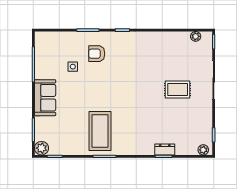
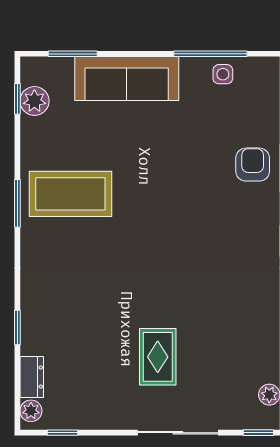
armchair: (97, 54) -> (253, 165), moved
side table: (73, 67) -> (223, 74), moved
sofa: (45, 98) -> (127, 79), width x1.36
plant: (41, 148) -> (34, 101), moved
dresser: (165, 149) -> (32, 377), moved

